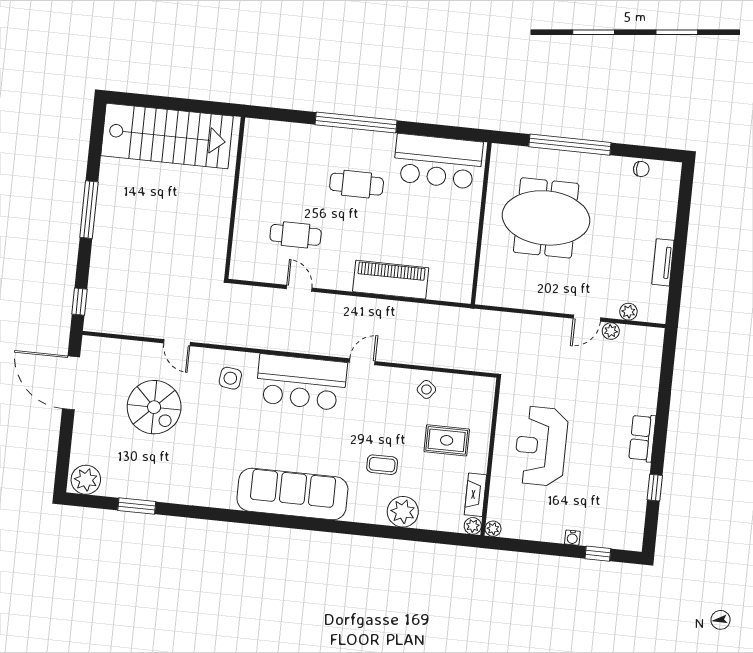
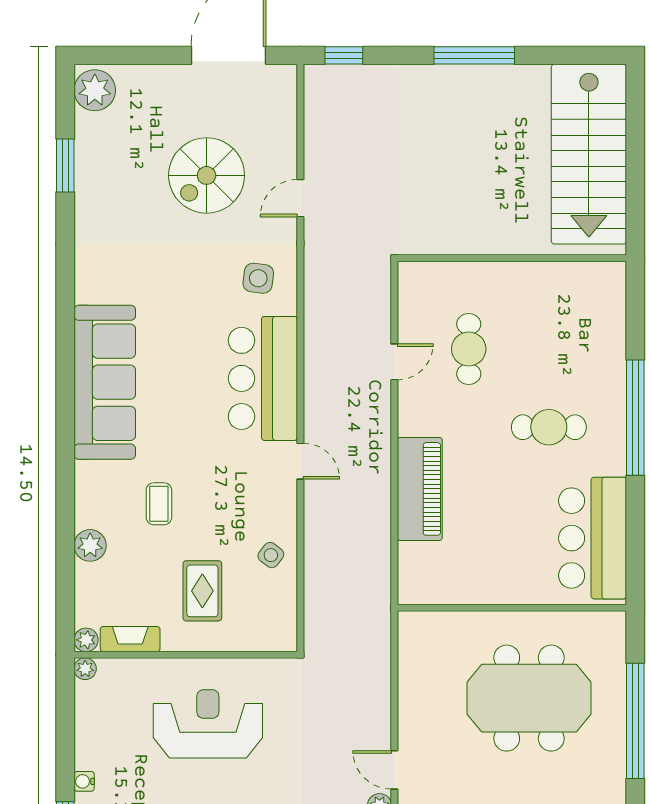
cafe table: (357, 184) -> (549, 427), turned 90
meeting table: (546, 218) -> (529, 698), turned 90
plant: (403, 512) -> (90, 545), width x0.73, depth x0.73

